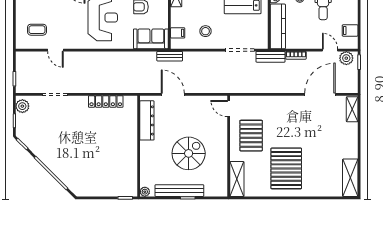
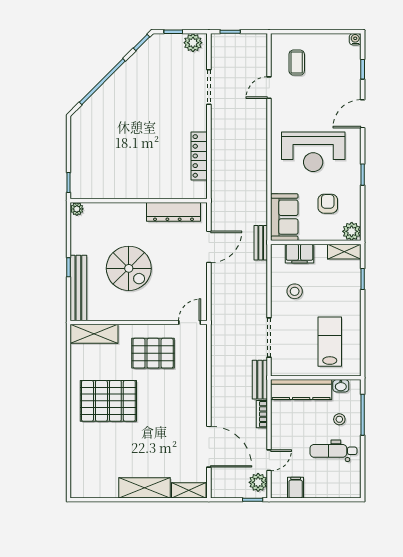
filing cabinet: (178, 33) -> (299, 254), width x2.00
shelving: (350, 178) -> (145, 488), moved
bench: (179, 191) -> (78, 288), moved

